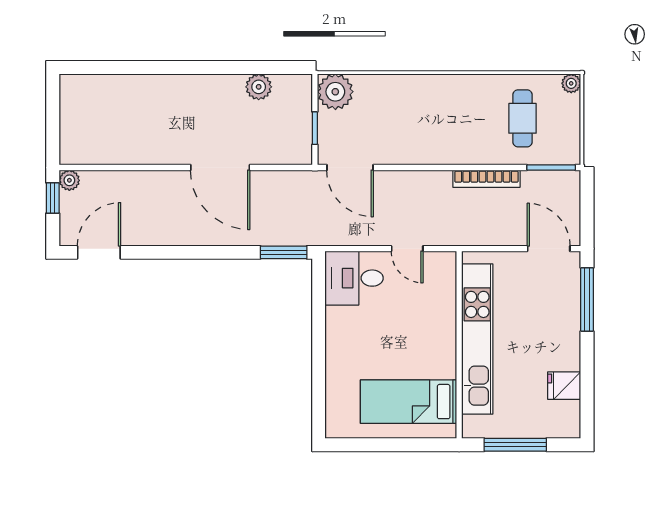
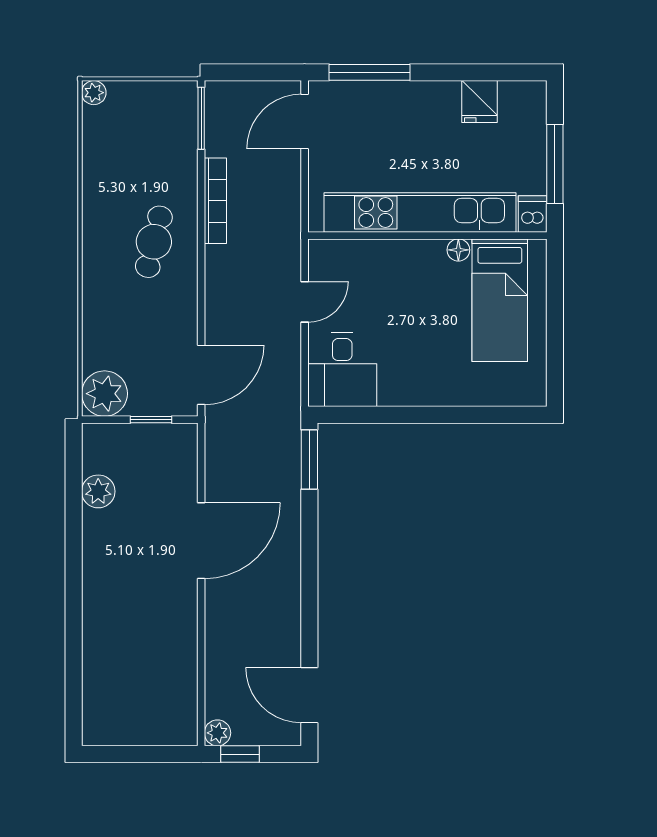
cafe table: (523, 118) -> (154, 242), moved, turned -76
floor lamp: (448, 369) -> (458, 250), added
dishwasher: (476, 427) -> (533, 214), added

